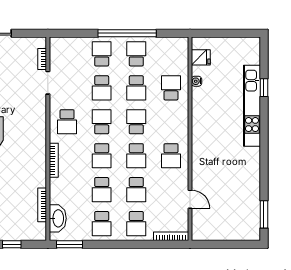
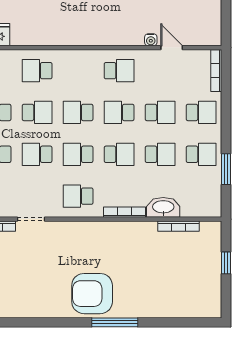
water cooler: (197, 81) -> (151, 40), moved
school desk: (102, 88) -> (37, 154), turned 180
school desk: (67, 122) -> (78, 196), turned 180
school desk: (136, 156) -> (119, 112), turned 180
door: (190, 199) -> (172, 48), hinge flipped
washbasin: (58, 218) -> (163, 207), moved
window: (70, 244) -> (226, 169), moved

